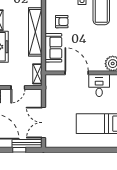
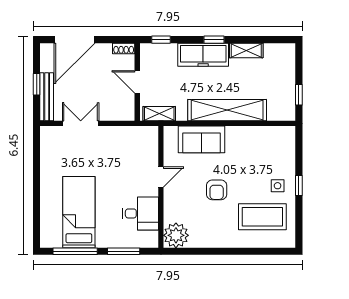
armchair: (62, 22) -> (217, 190), moved
door: (77, 73) -> (161, 177), width x0.53
double door: (43, 123) -> (81, 123), width x0.73

